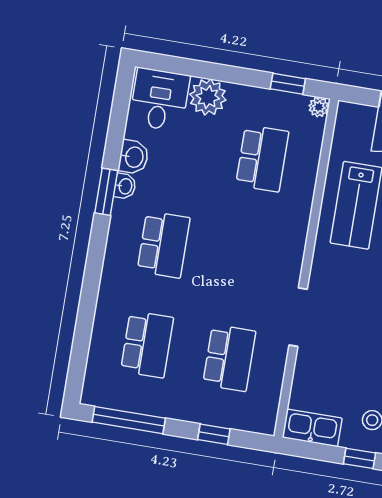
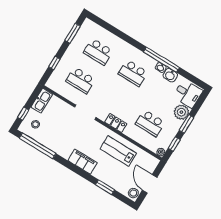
window: (230, 74) -> (187, 124), added
window: (106, 192) -> (161, 60), width x2.11
locker: (294, 237) -> (116, 123), added
window: (129, 420) -> (73, 33), width x0.69

